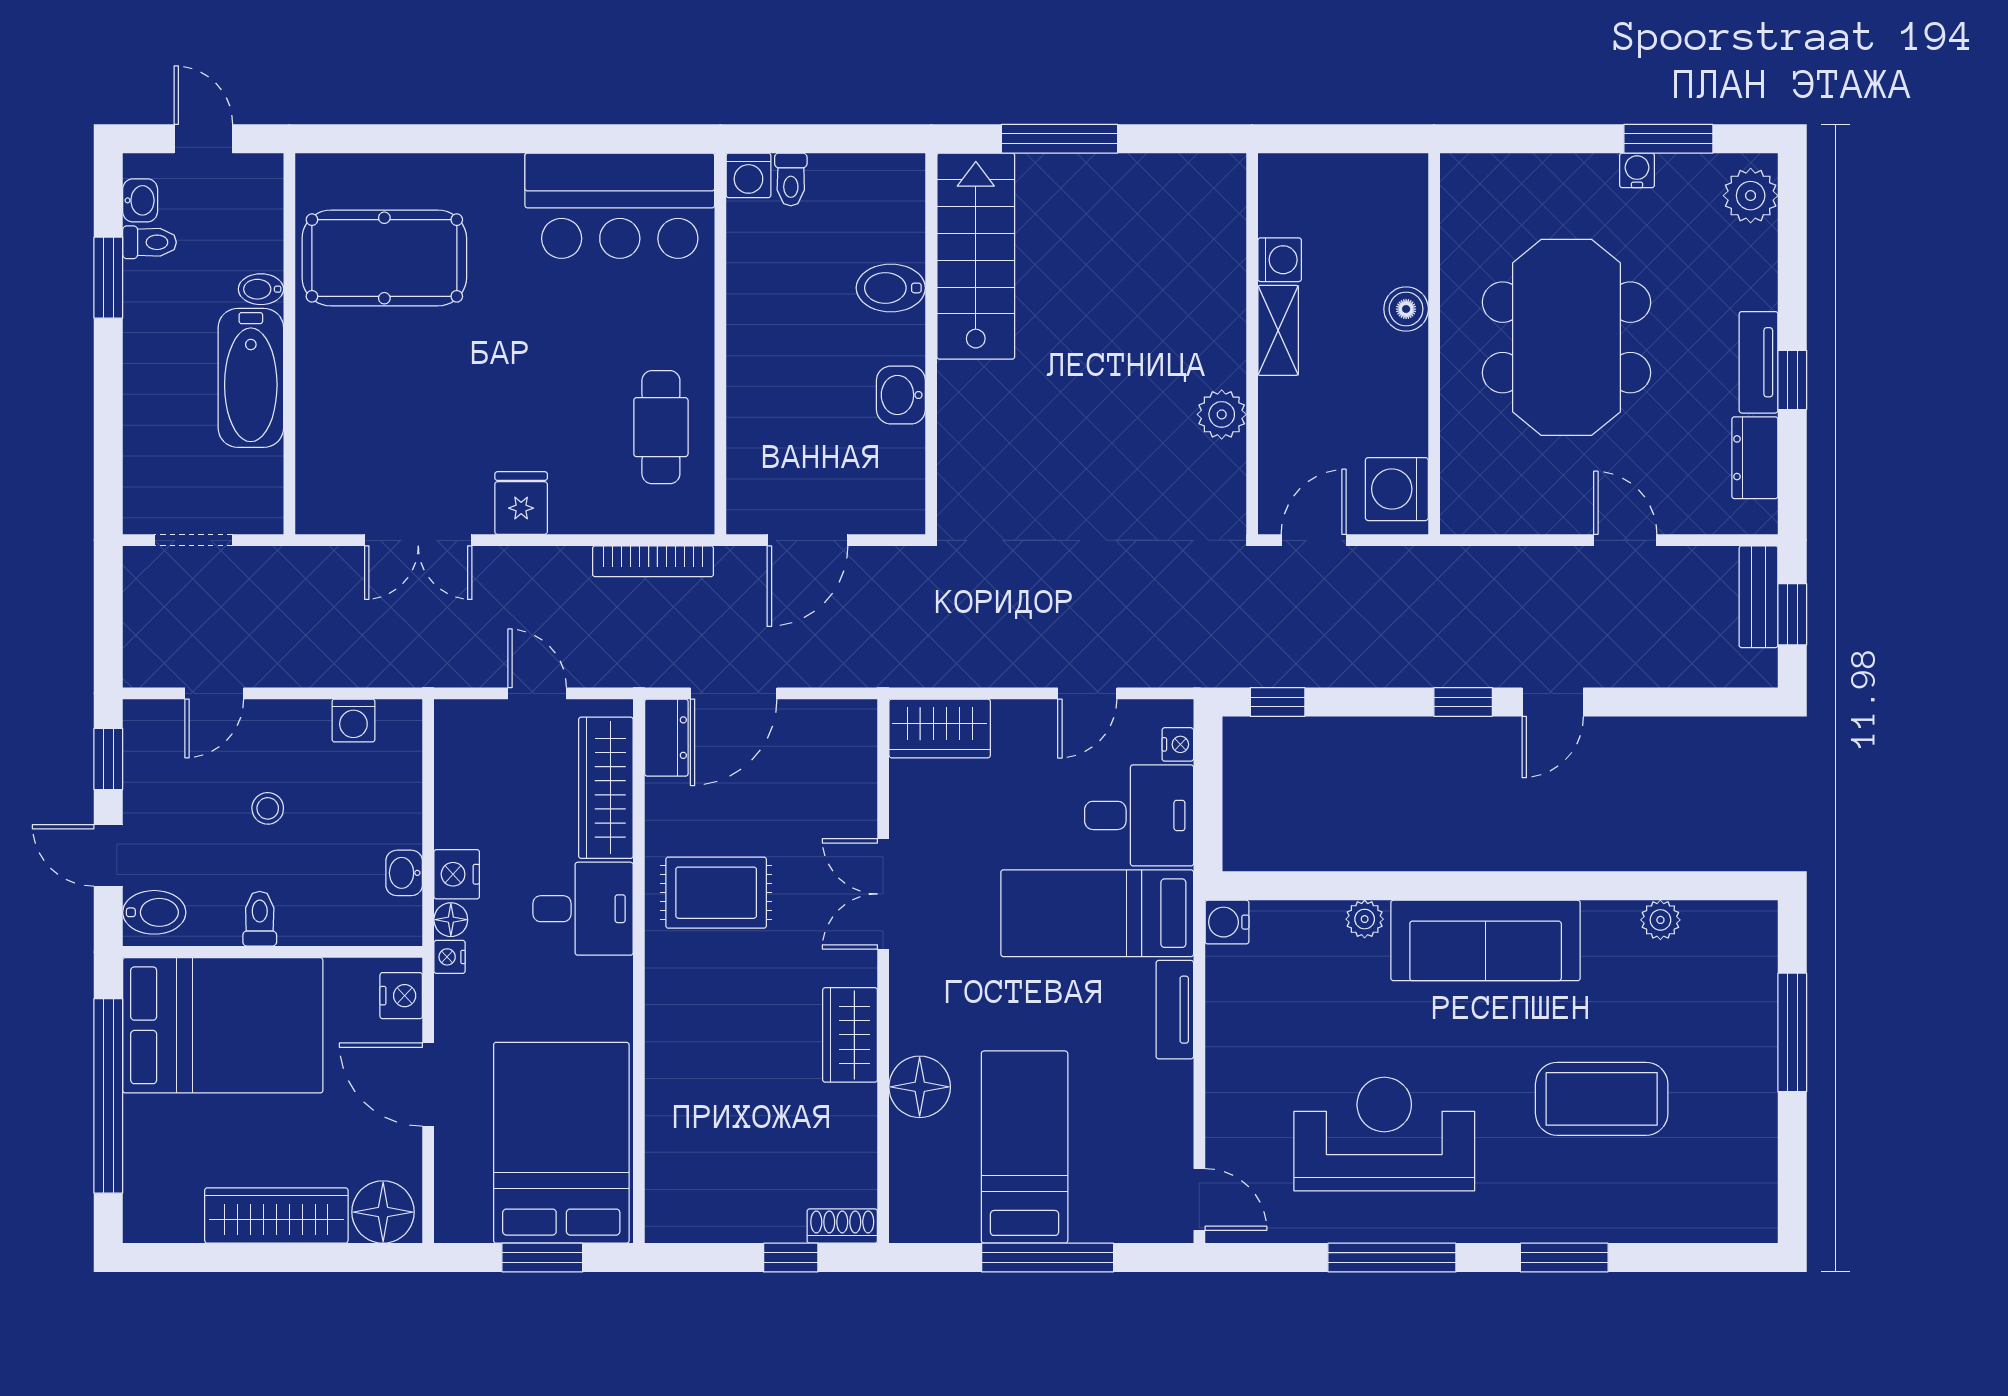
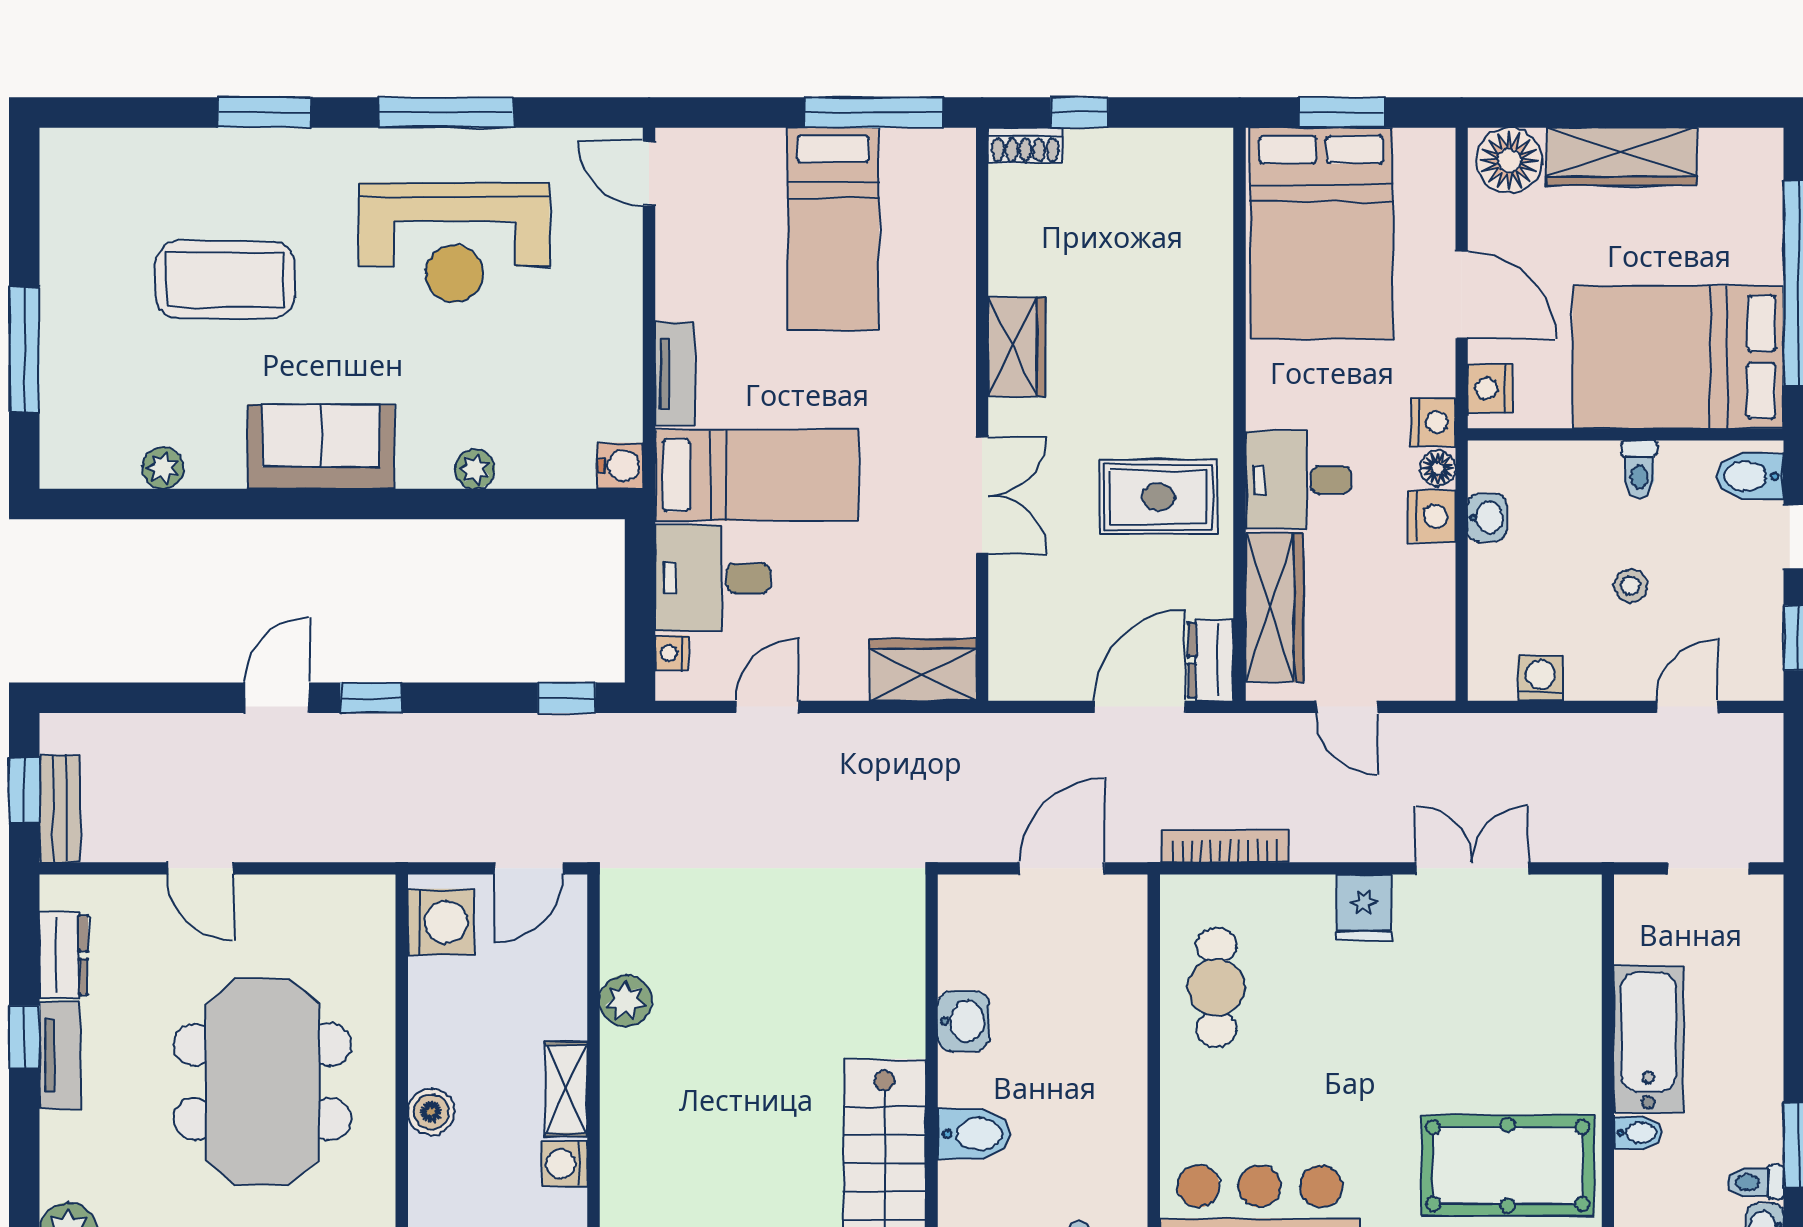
sofa: (1486, 940) -> (321, 446), width x0.73
nightstand: (450, 957) -> (1433, 422), width x1.39, depth x1.35
floor lamp: (920, 1087) -> (944, 292), removed
window: (1048, 1258) -> (874, 112), moved

